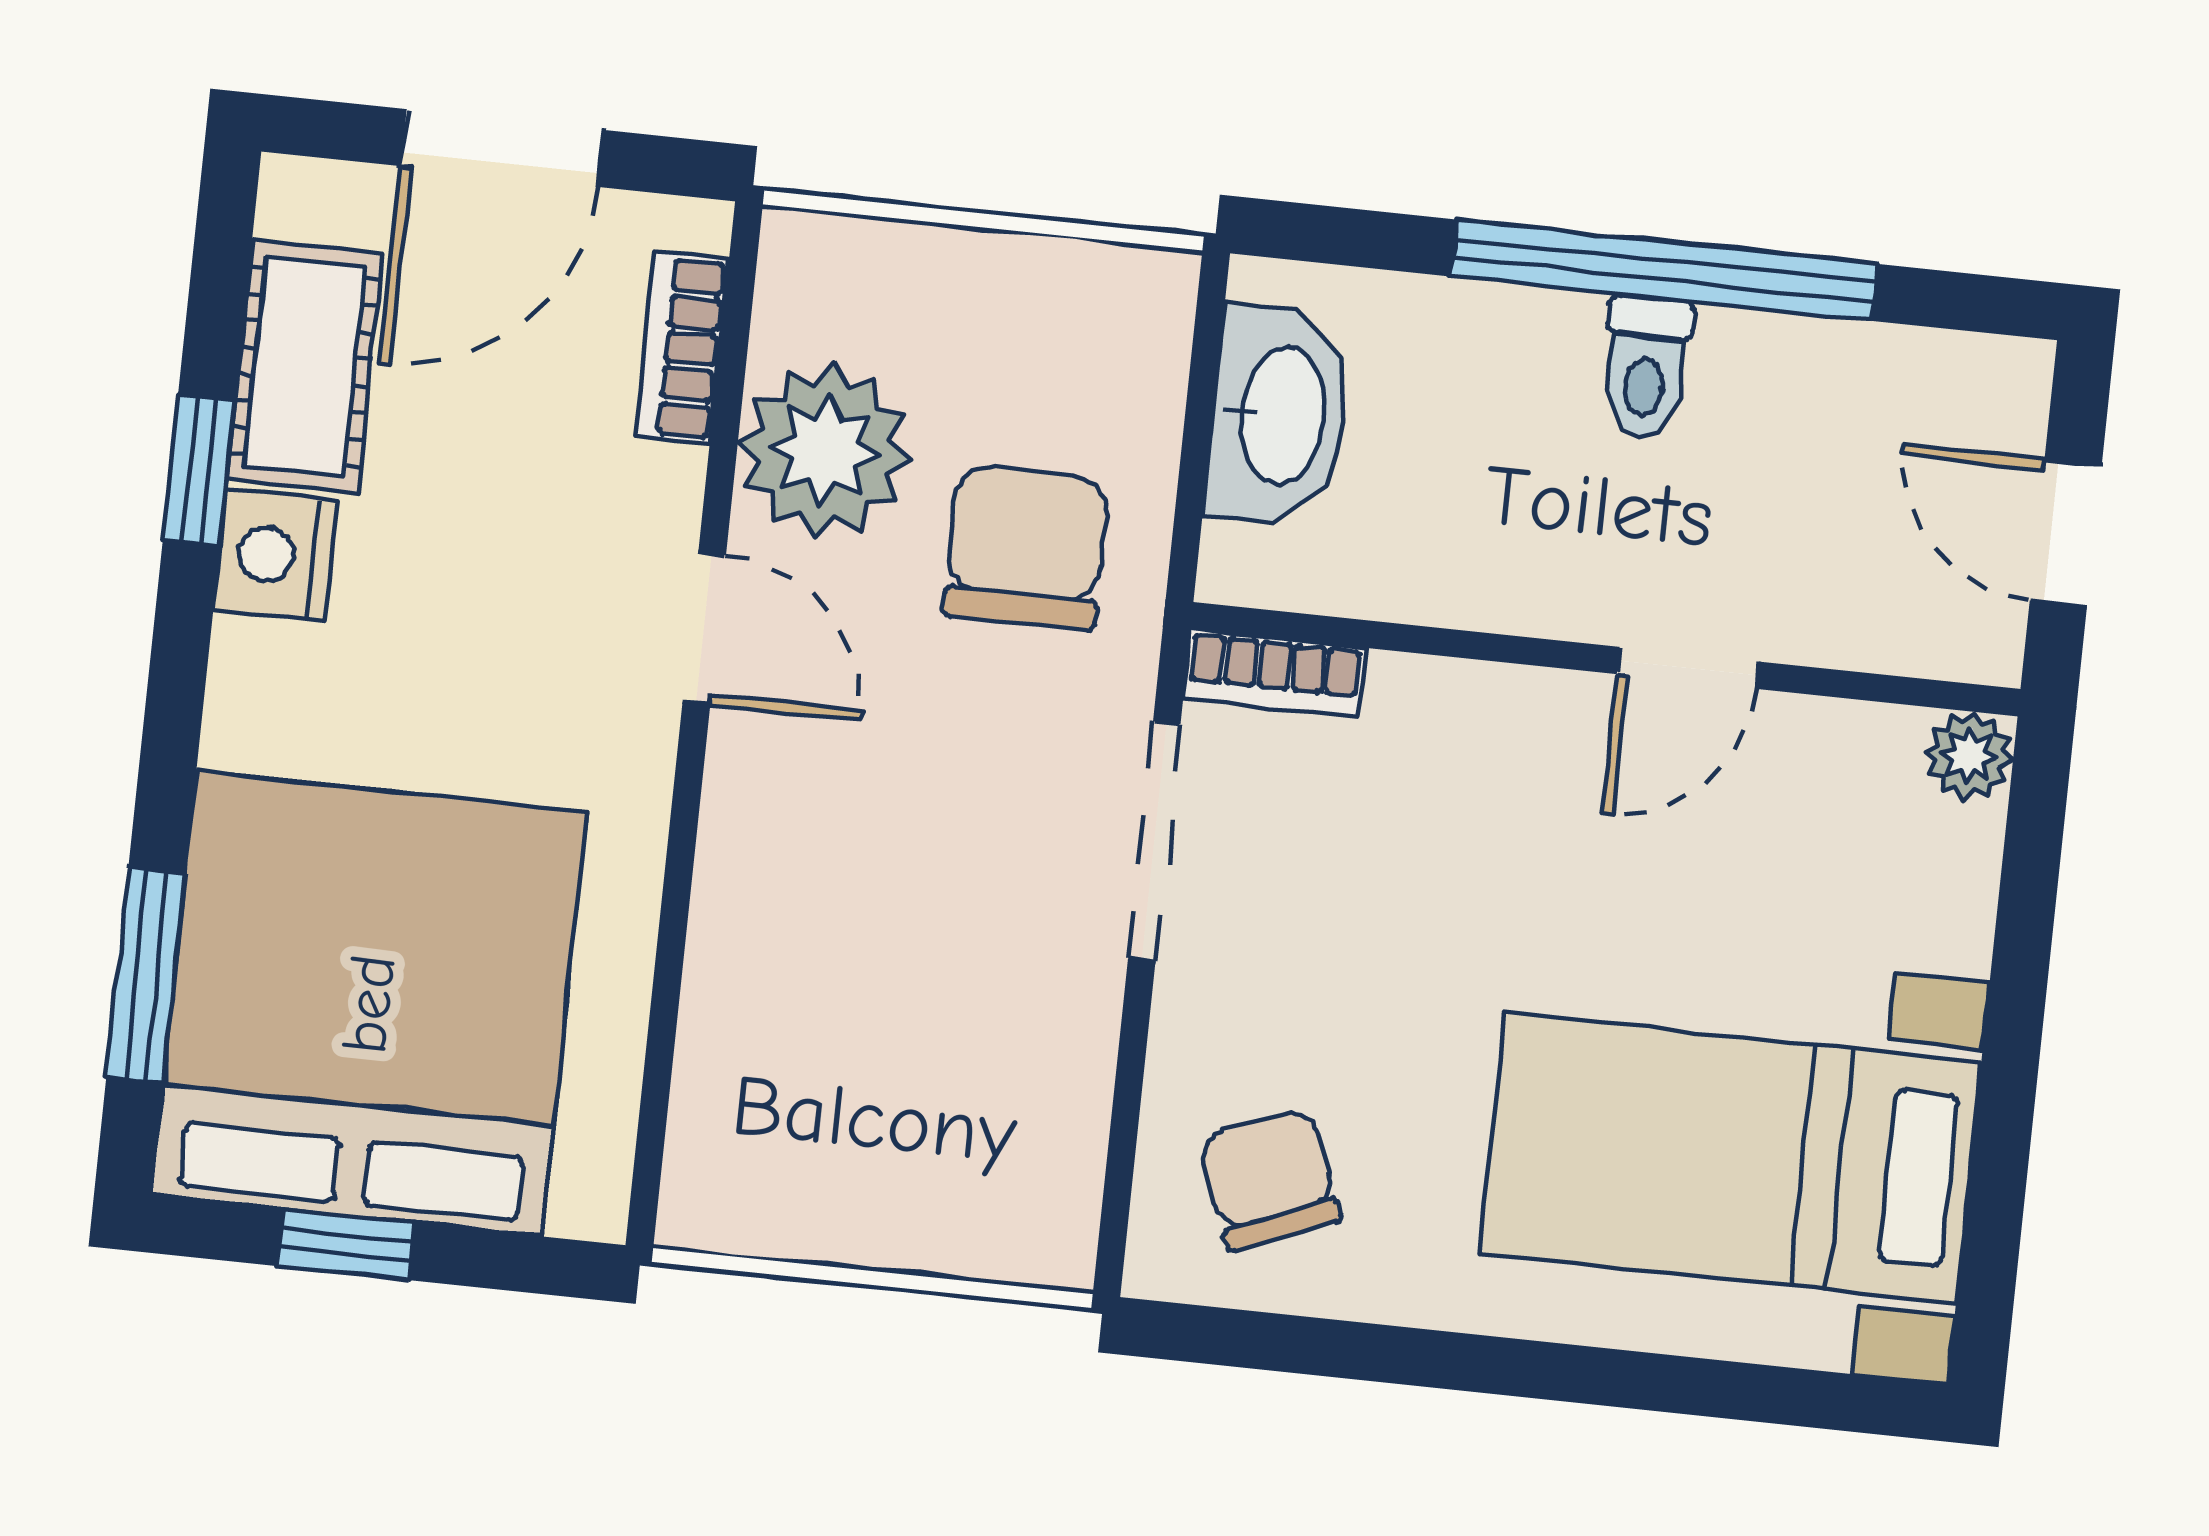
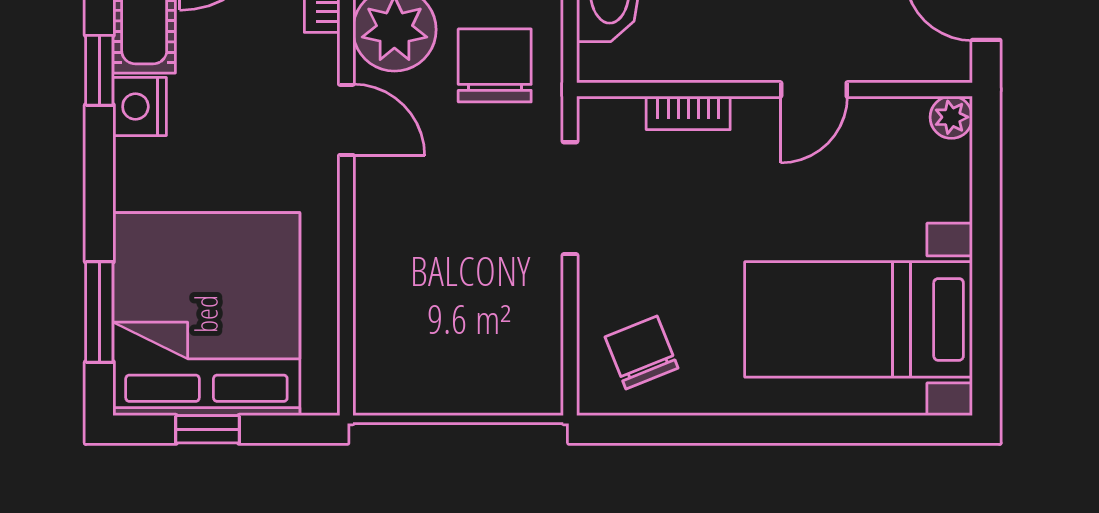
bookcase: (1274, 674) -> (688, 113), moved

